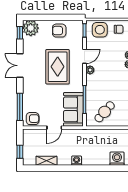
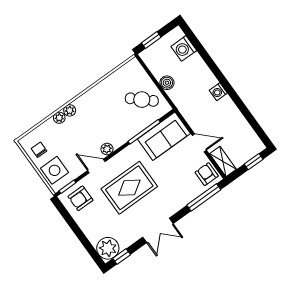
armchair: (59, 31) -> (80, 198), moved, turned 90
boiler: (104, 134) -> (167, 83), added
shelving: (46, 161) -> (223, 162), moved

